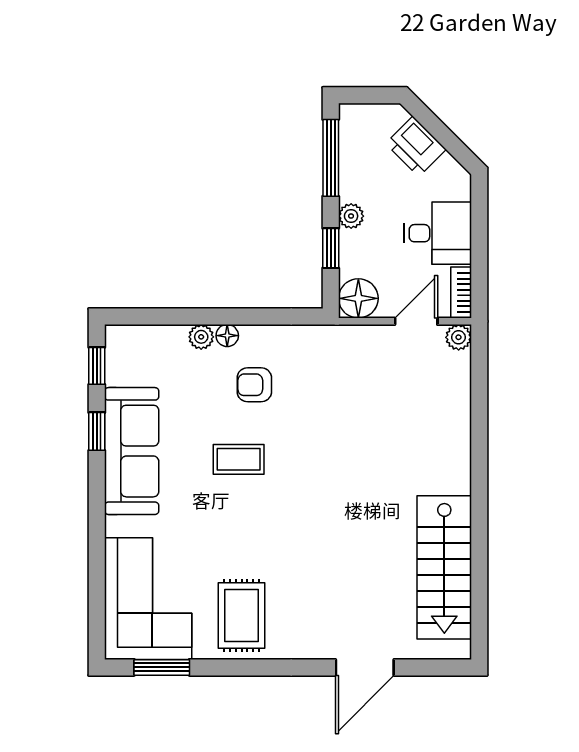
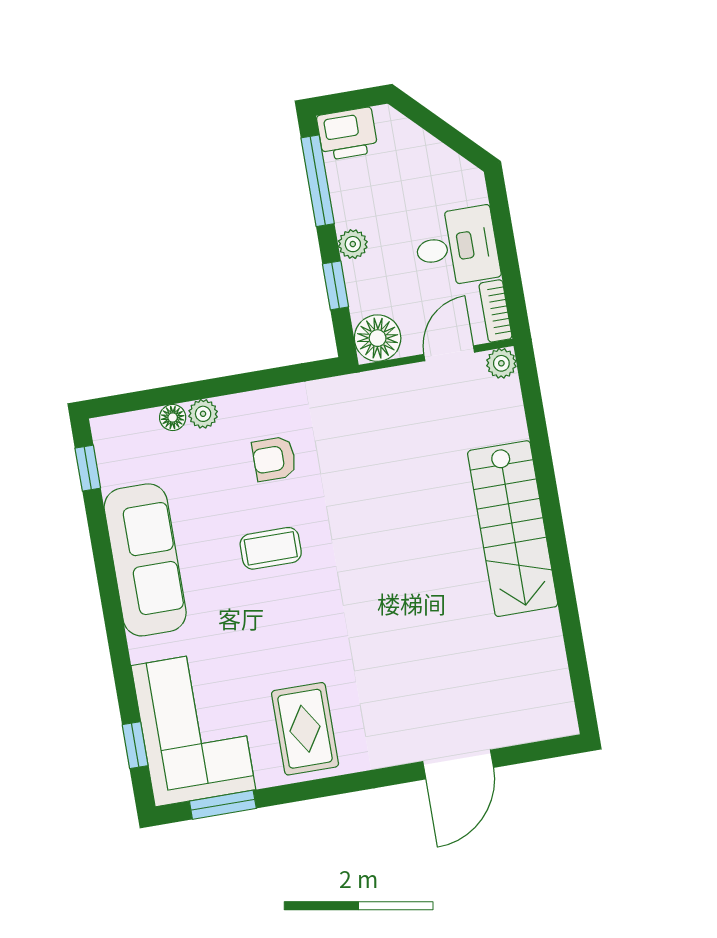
printer: (416, 146) -> (347, 134), moved, turned -45
floor lamp: (227, 336) -> (173, 417), moved
window: (97, 431) -> (135, 745), moved
stairs: (444, 567) -> (513, 529), moved

